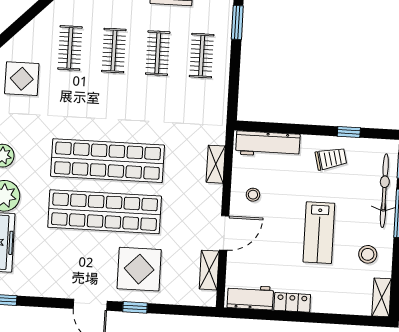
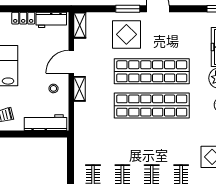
shelving: (216, 164) -> (80, 89), moved
shelving: (209, 270) -> (80, 25), moved
window: (135, 307) -> (128, 9), width x1.50

